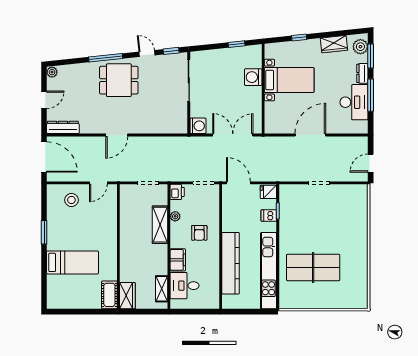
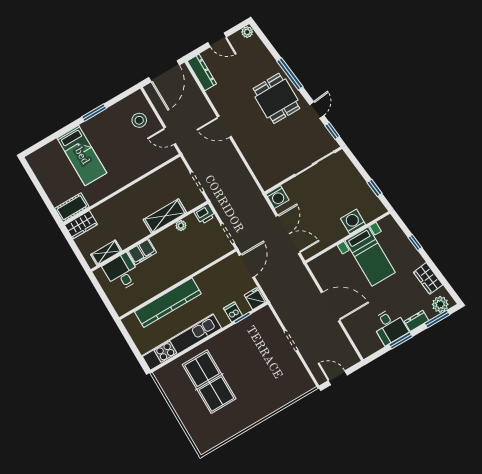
window: (371, 95) -> (401, 340), width x0.69
desk: (354, 102) -> (390, 326), width x0.73
armchair: (199, 233) -> (179, 257), removed

